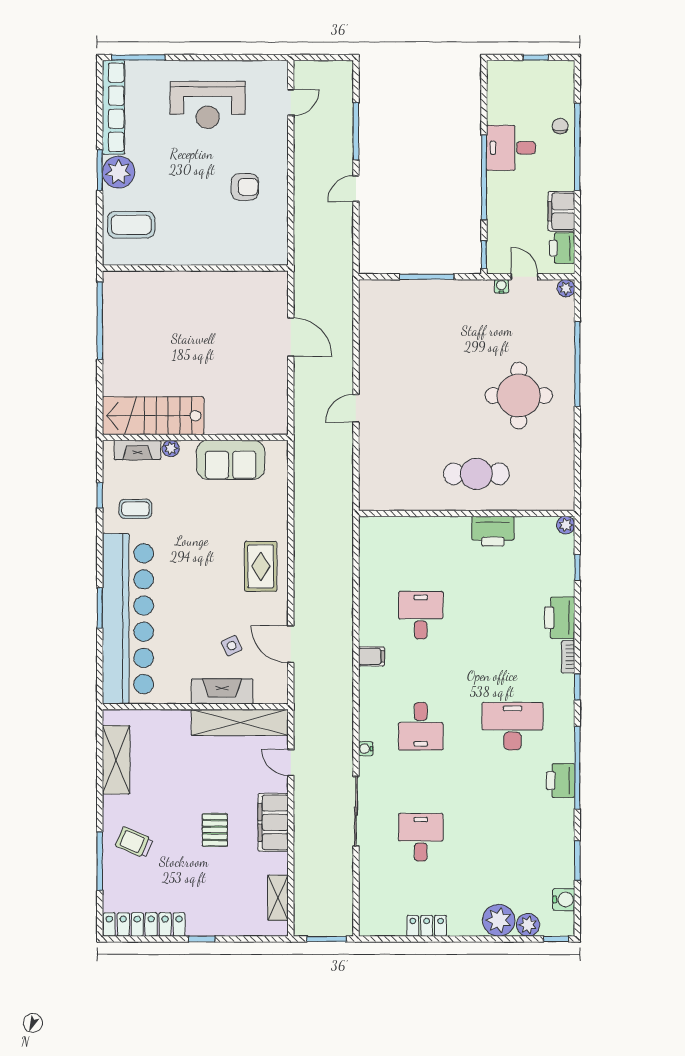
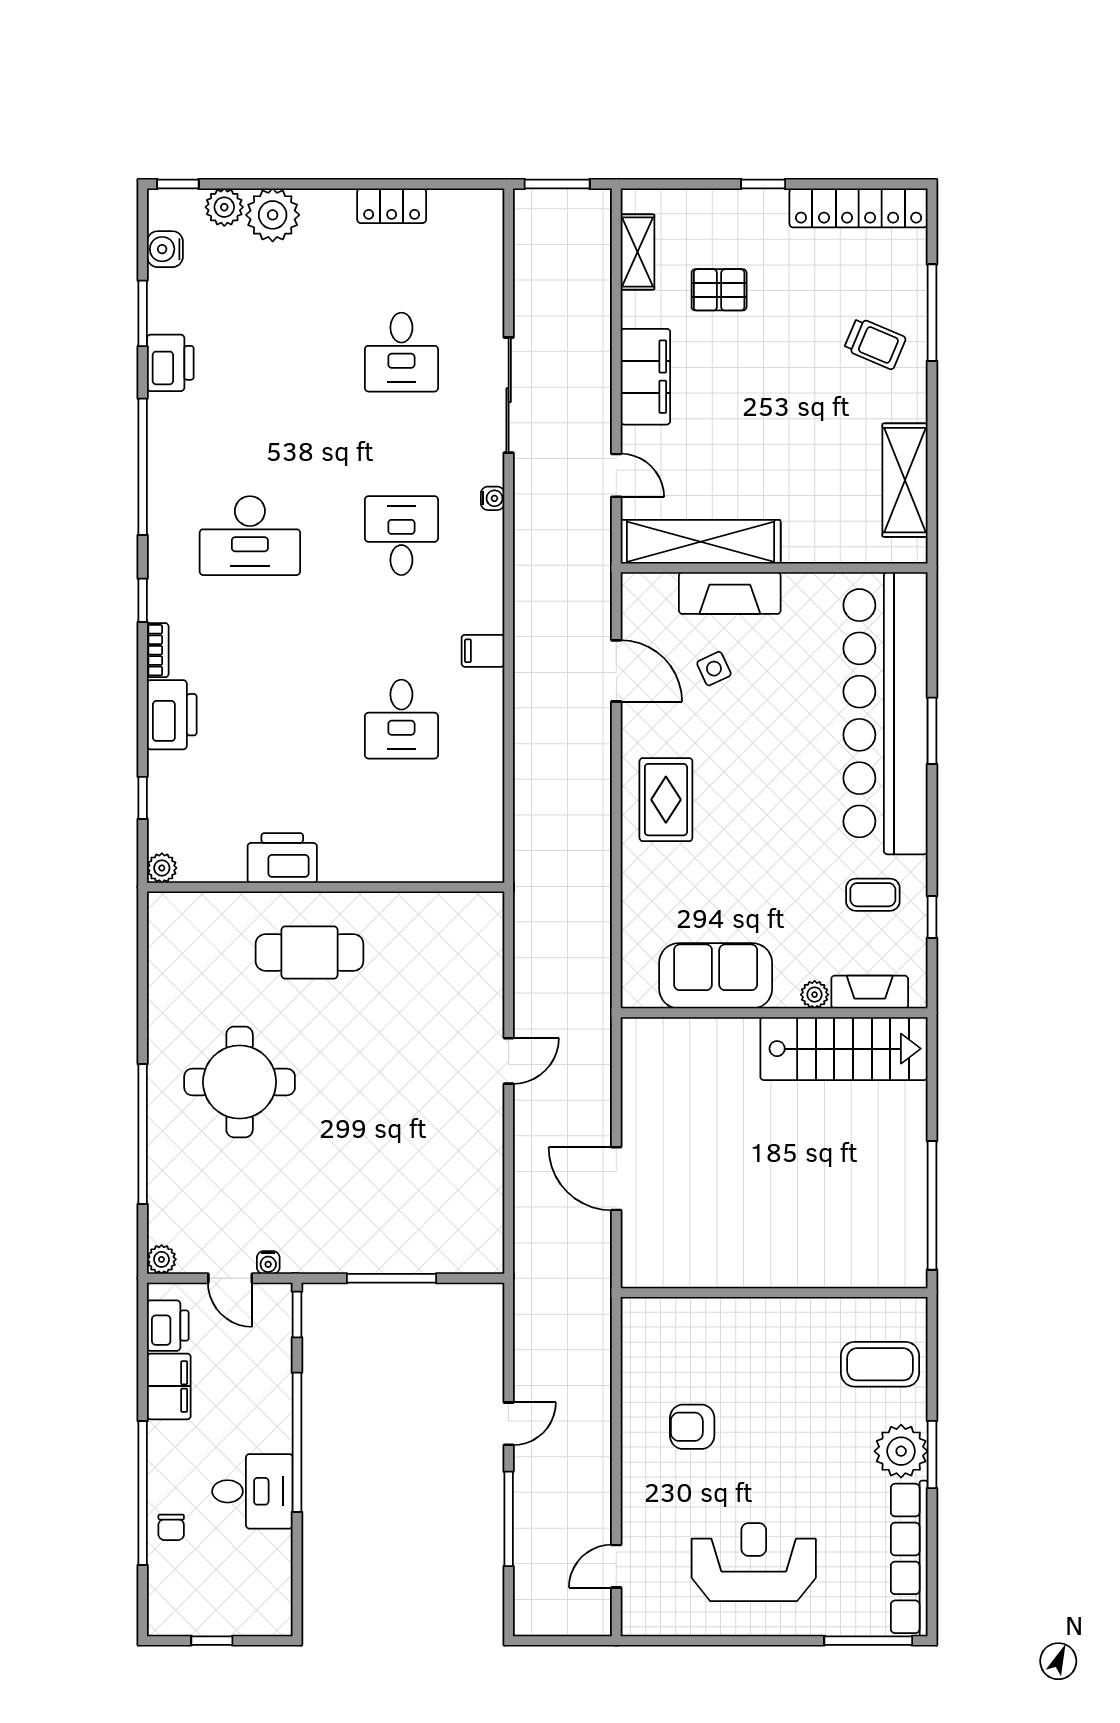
printer: (561, 781) -> (170, 363), moved
pallet: (215, 830) -> (719, 290), moved, turned 90

